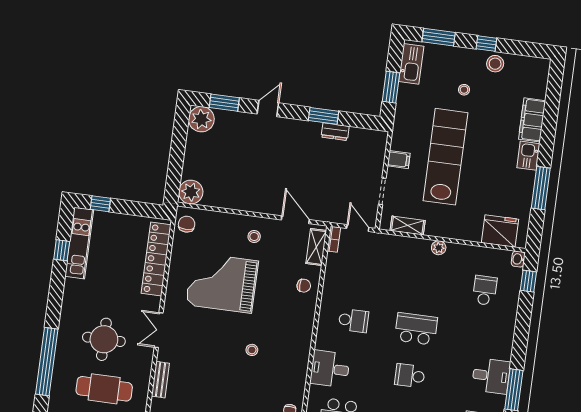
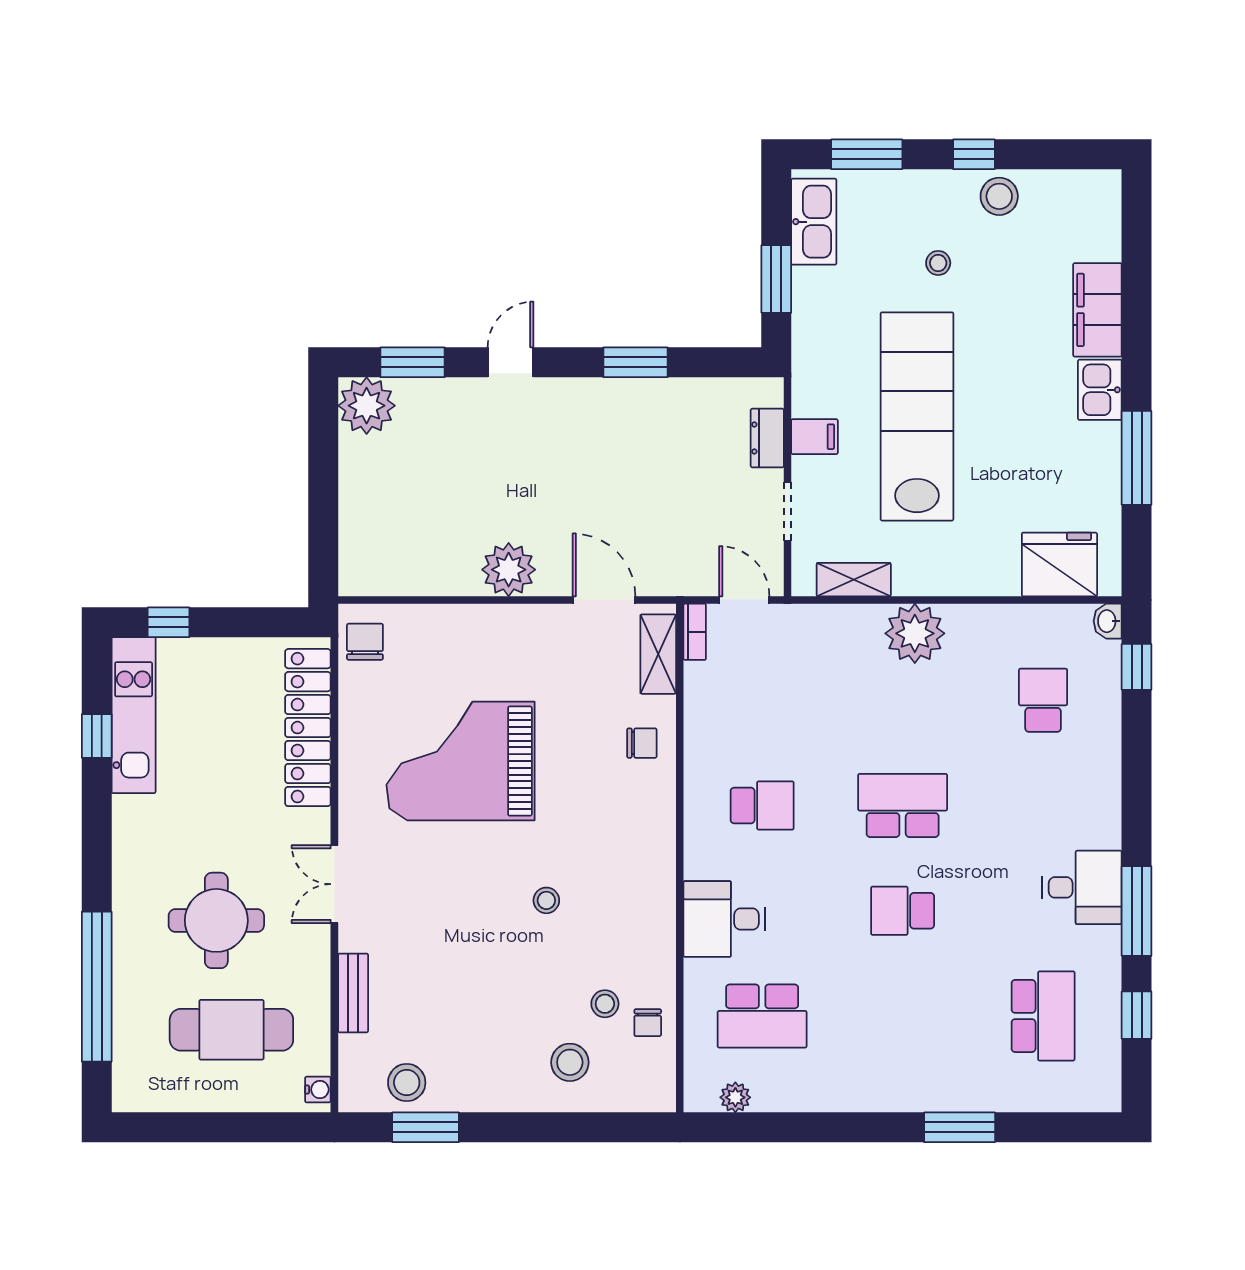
dresser: (335, 132) -> (767, 438), moved, turned 90
plant: (191, 192) -> (509, 570), moved
stool: (254, 236) -> (605, 1004), moved
plant: (439, 248) -> (915, 633), width x1.87, depth x1.87

